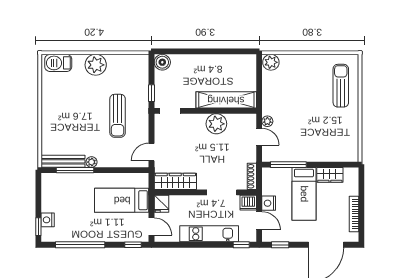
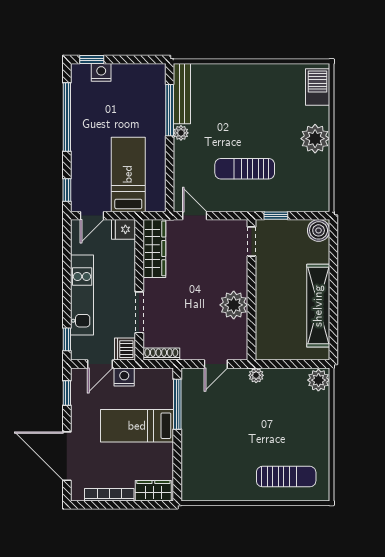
shelving: (226, 100) -> (318, 306), moved
plant: (267, 121) -> (256, 375), moved
wardrobe: (330, 175) -> (153, 491), moved, turned 90

